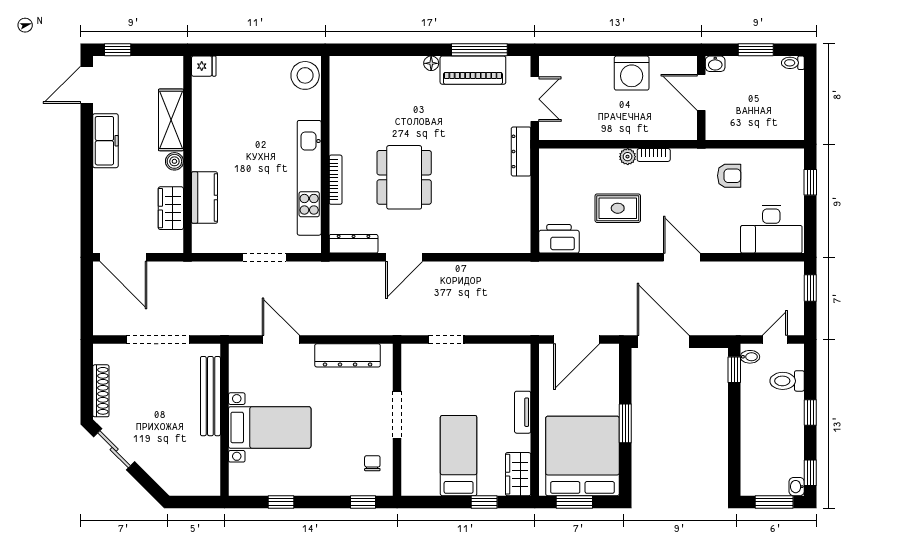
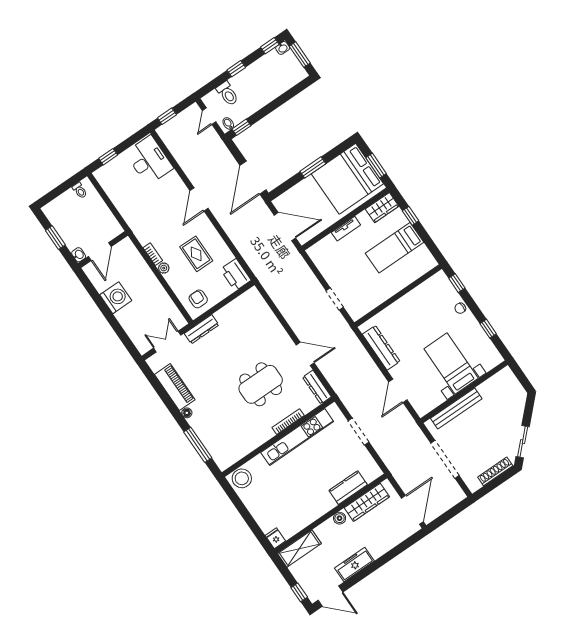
window: (479, 50) -> (198, 445), moved
toilet: (793, 63) -> (80, 190), moved
shelving: (171, 120) -> (299, 549), moved
armchair: (729, 176) -> (198, 299), moved
wardrobe: (171, 208) -> (367, 502), width x1.50
door: (775, 340) -> (209, 116), hinge flipped
doorway: (397, 415) -> (395, 298), removed
chair: (372, 463) -> (460, 308), moved

